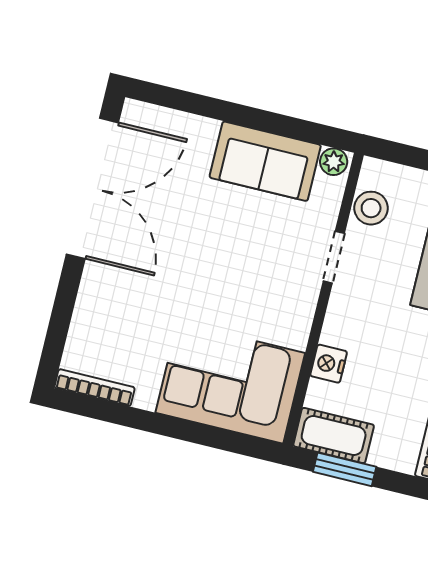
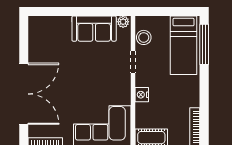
double door: (92, 188) -> (24, 94), moved
nightstand: (329, 364) -> (142, 95), moved

